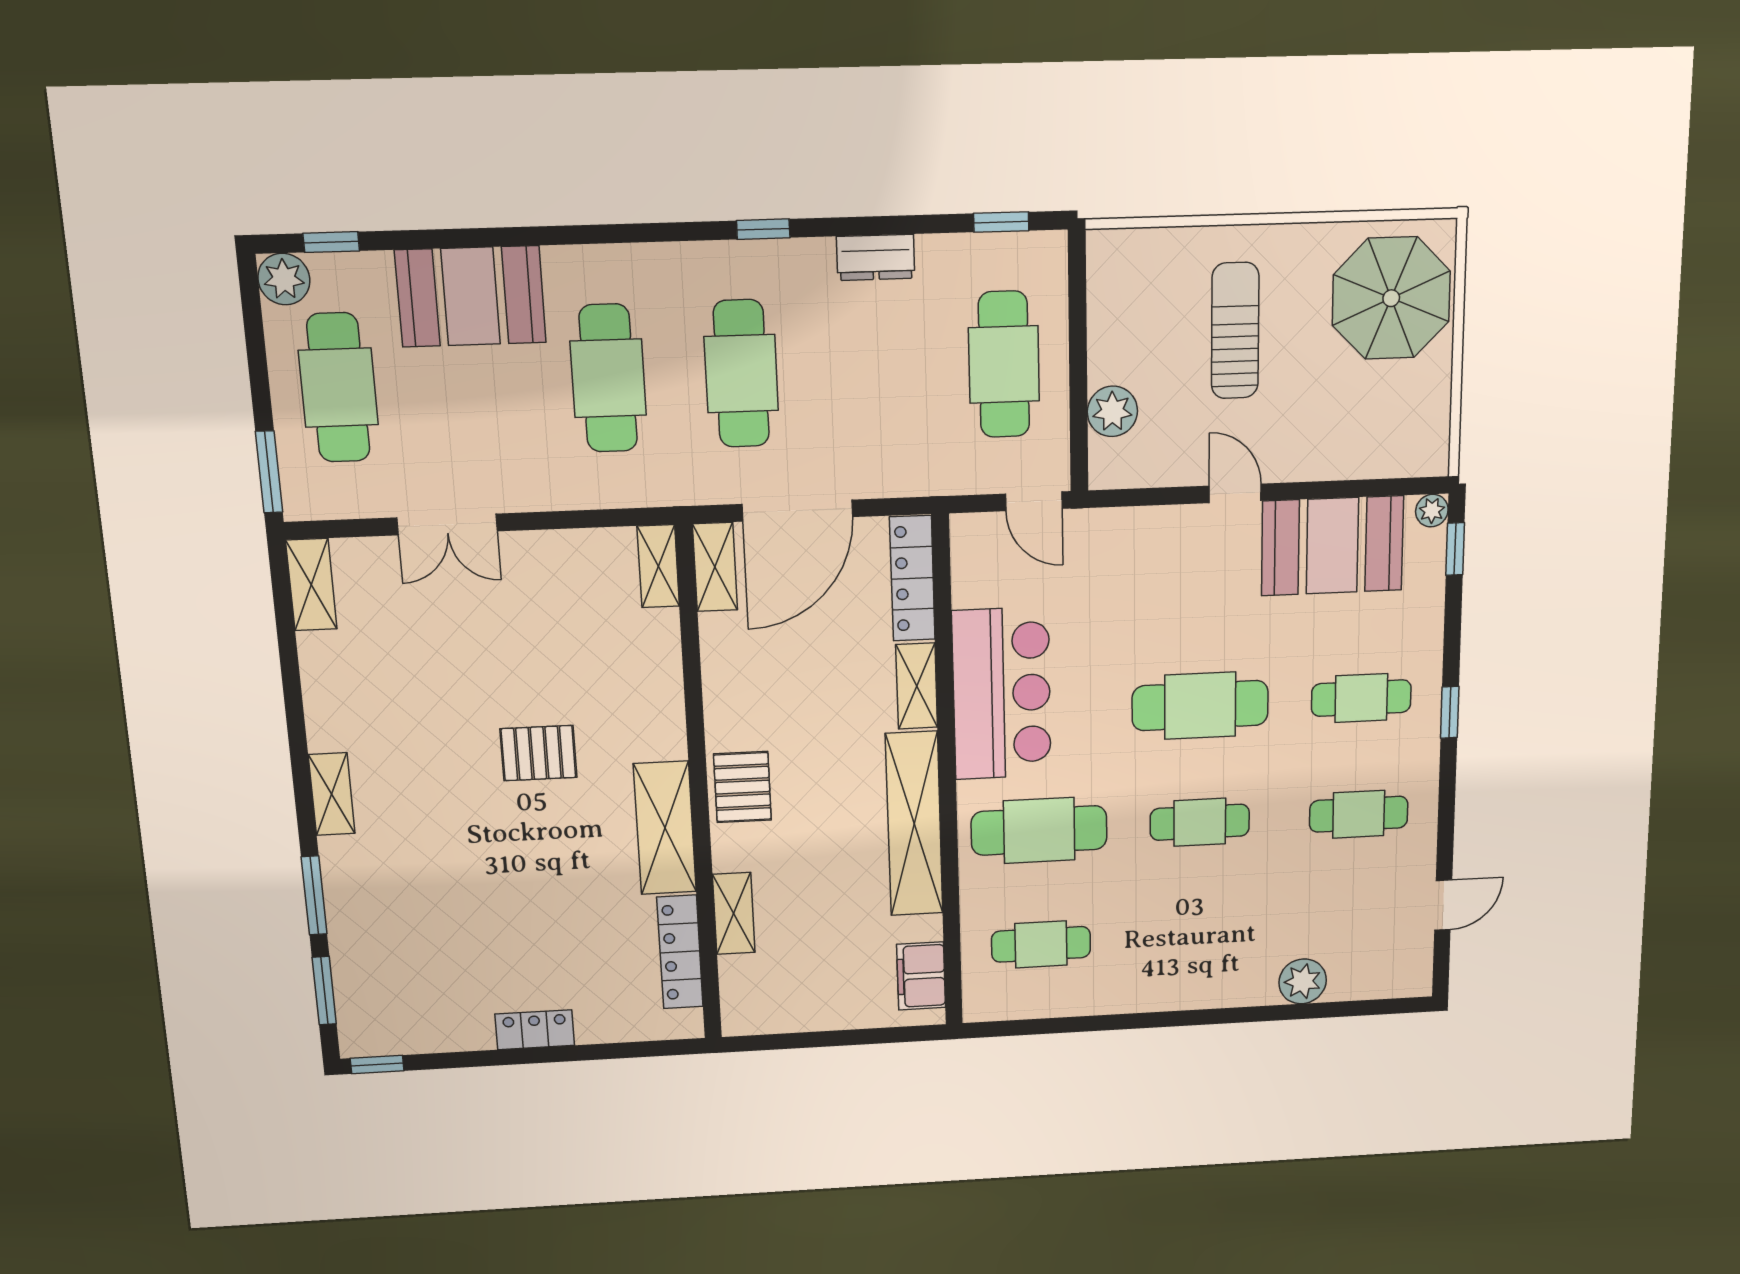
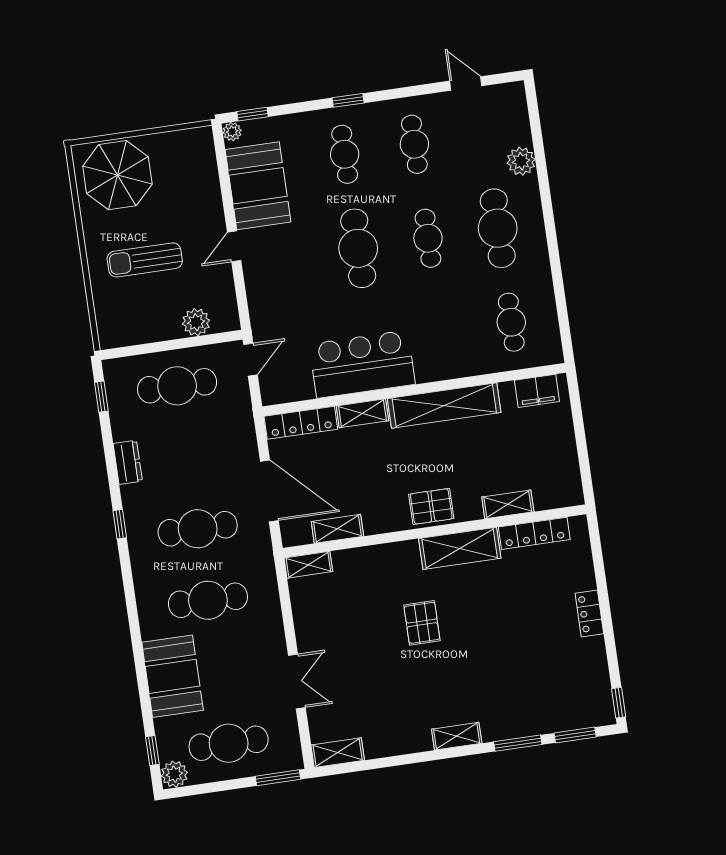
shelving: (715, 567) -> (337, 529), moved
cafe table: (1039, 830) -> (498, 228), moved

